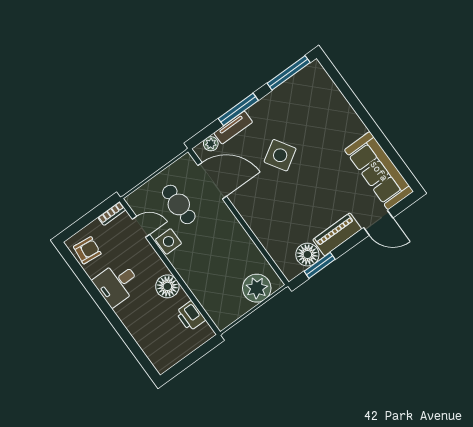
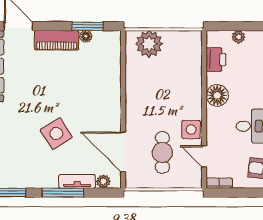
floor lamp: (307, 255) -> (86, 36), width x0.53, depth x0.53
plant: (185, 349) -> (238, 37), added

